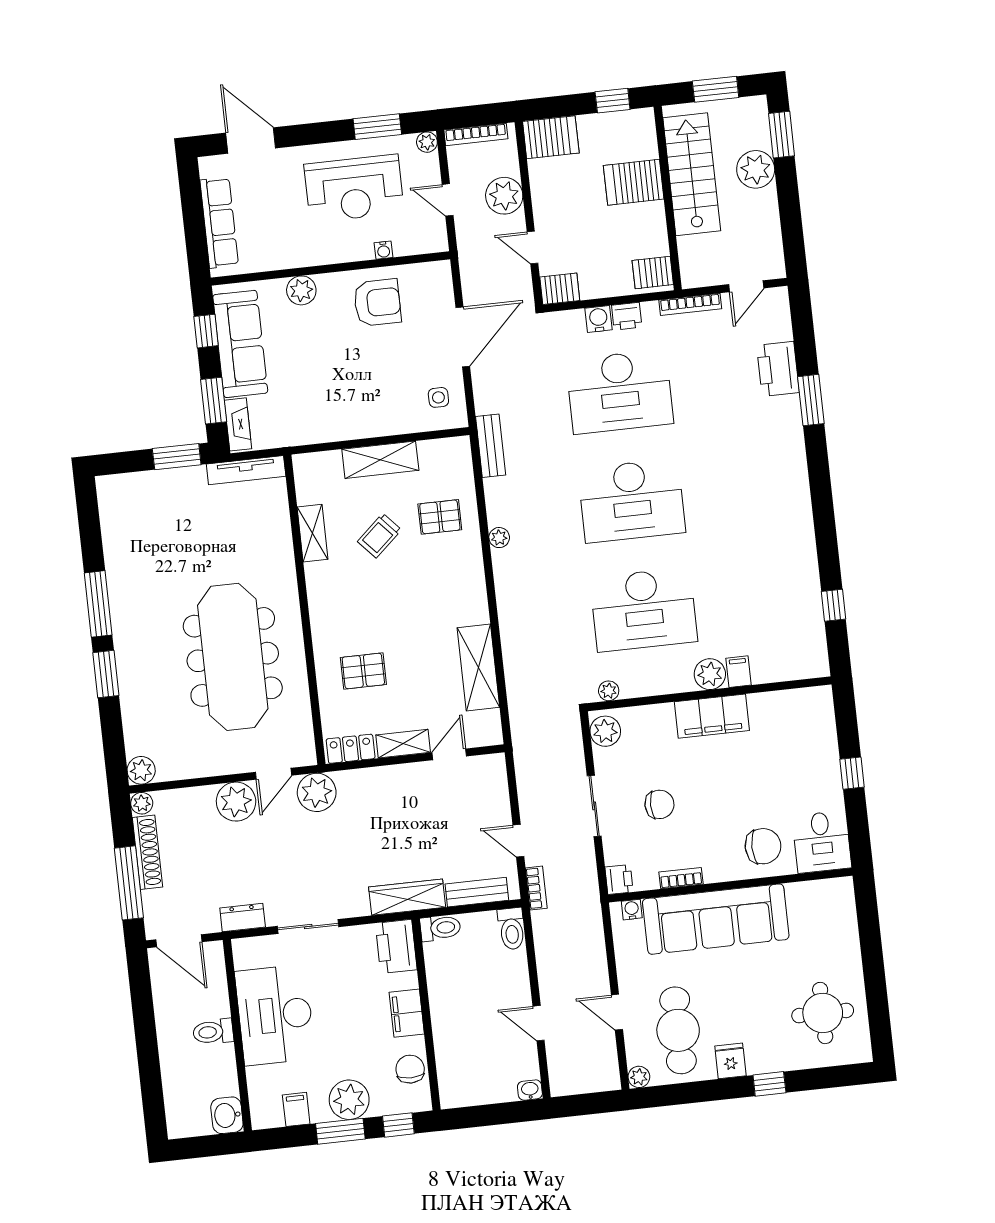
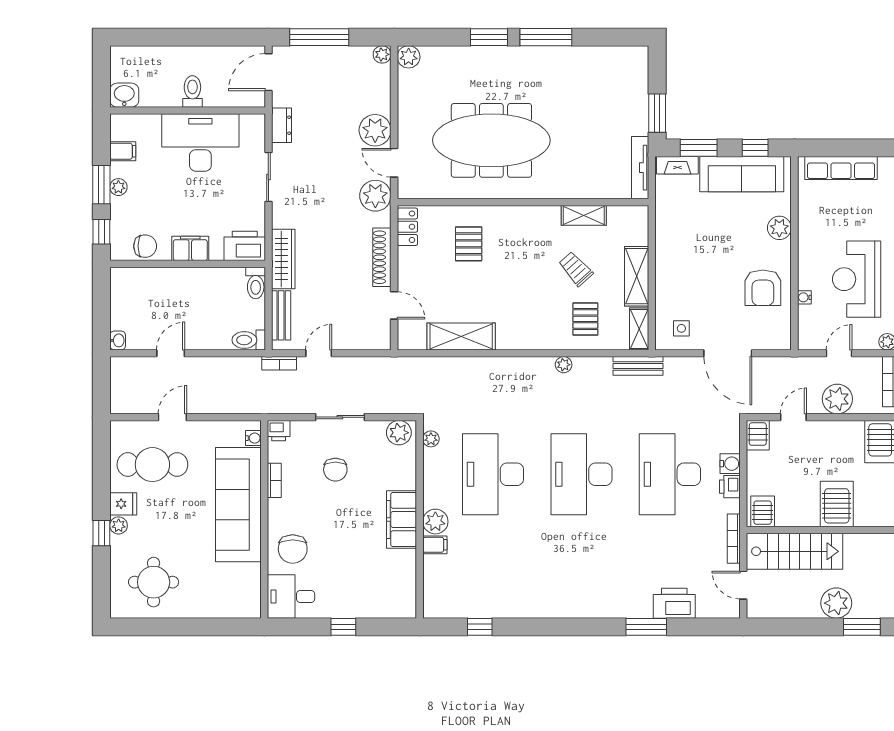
stairs: (692, 174) -> (795, 551), moved
shelving: (403, 744) -> (639, 329), moved
shoe rack: (147, 852) -> (382, 257), moved, turned 90
plant: (639, 1077) -> (119, 525), moved
plant: (349, 1100) -> (118, 187), width x0.53, depth x0.53

